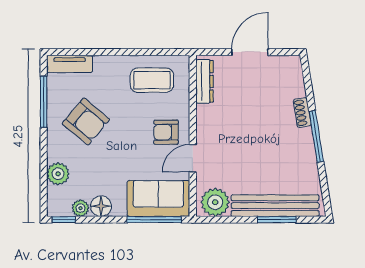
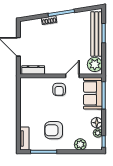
coffee table: (152, 80) -> (33, 97), removed
armchair: (86, 121) -> (54, 130), turned -130
door: (193, 158) -> (72, 76), swing flipped

